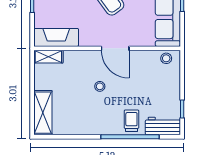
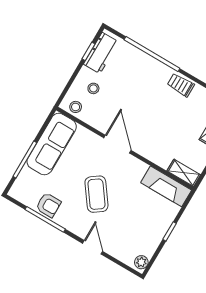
stool: (100, 86) -> (93, 88), moved
trolley: (131, 121) -> (181, 85), moved, turned 90
workbench: (163, 126) -> (101, 53), moved, turned -90

